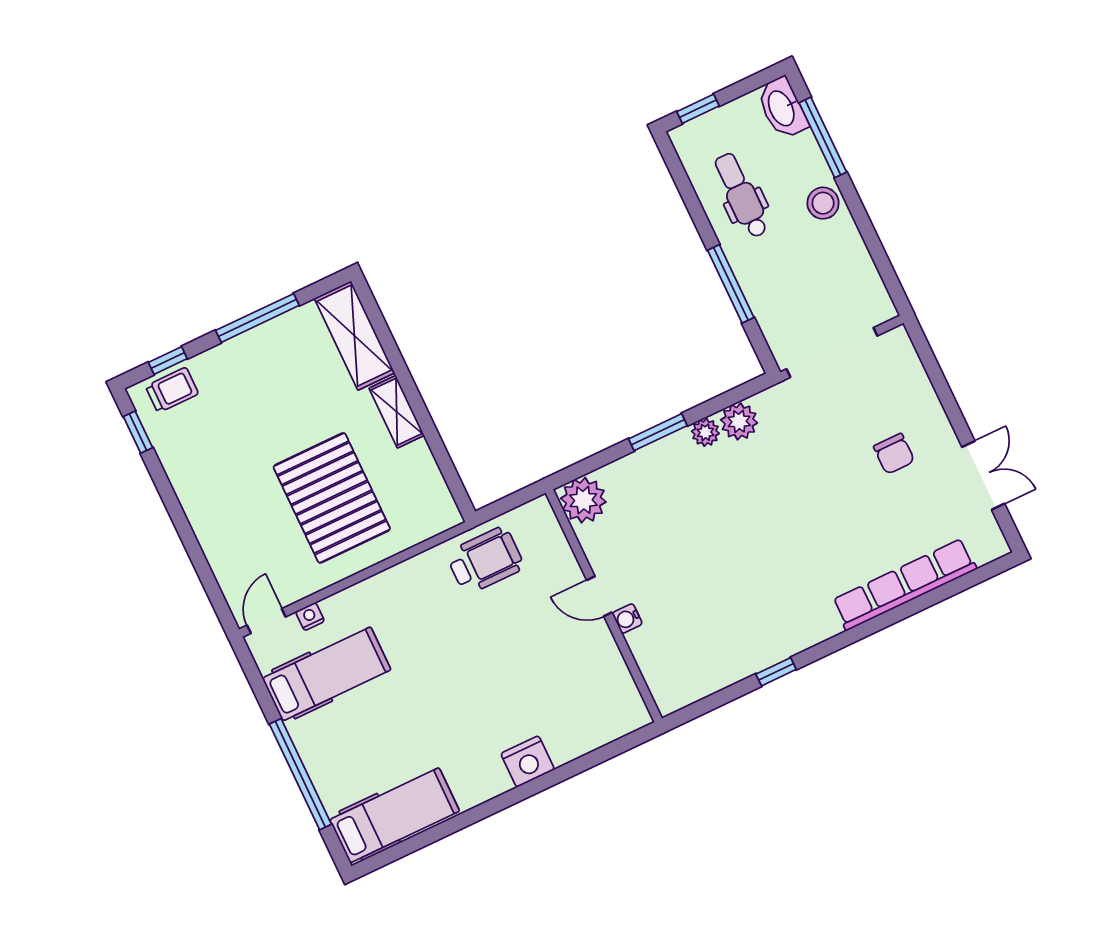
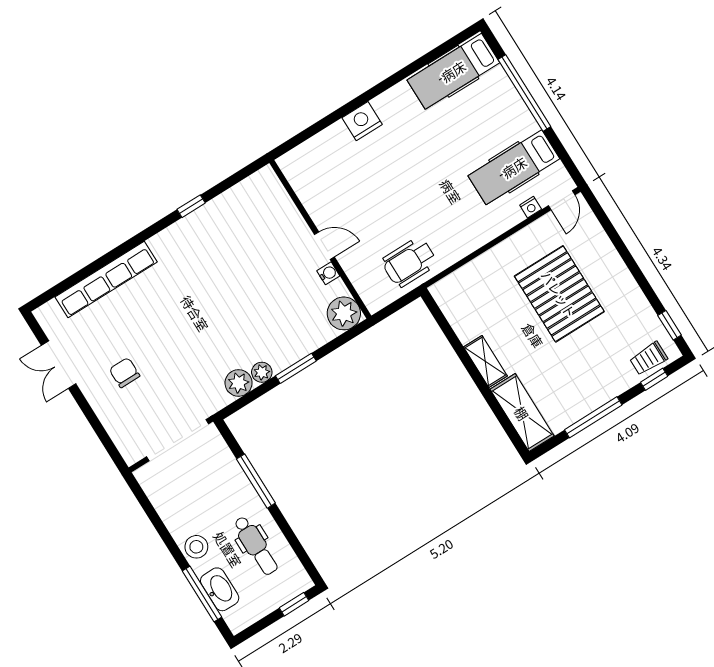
washbasin: (782, 108) -> (220, 589), moved
pallet: (332, 498) -> (559, 294), moved
water cooler: (627, 619) -> (328, 273), moved

